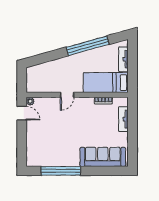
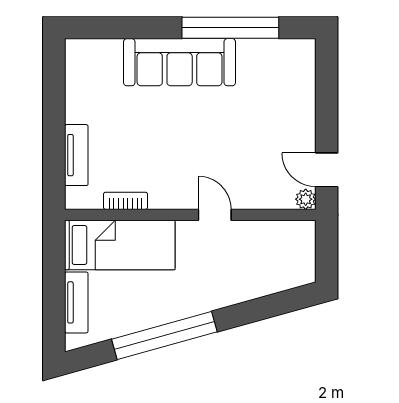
door: (67, 95) -> (215, 215), hinge flipped
sofa: (103, 157) -> (180, 62), moved

